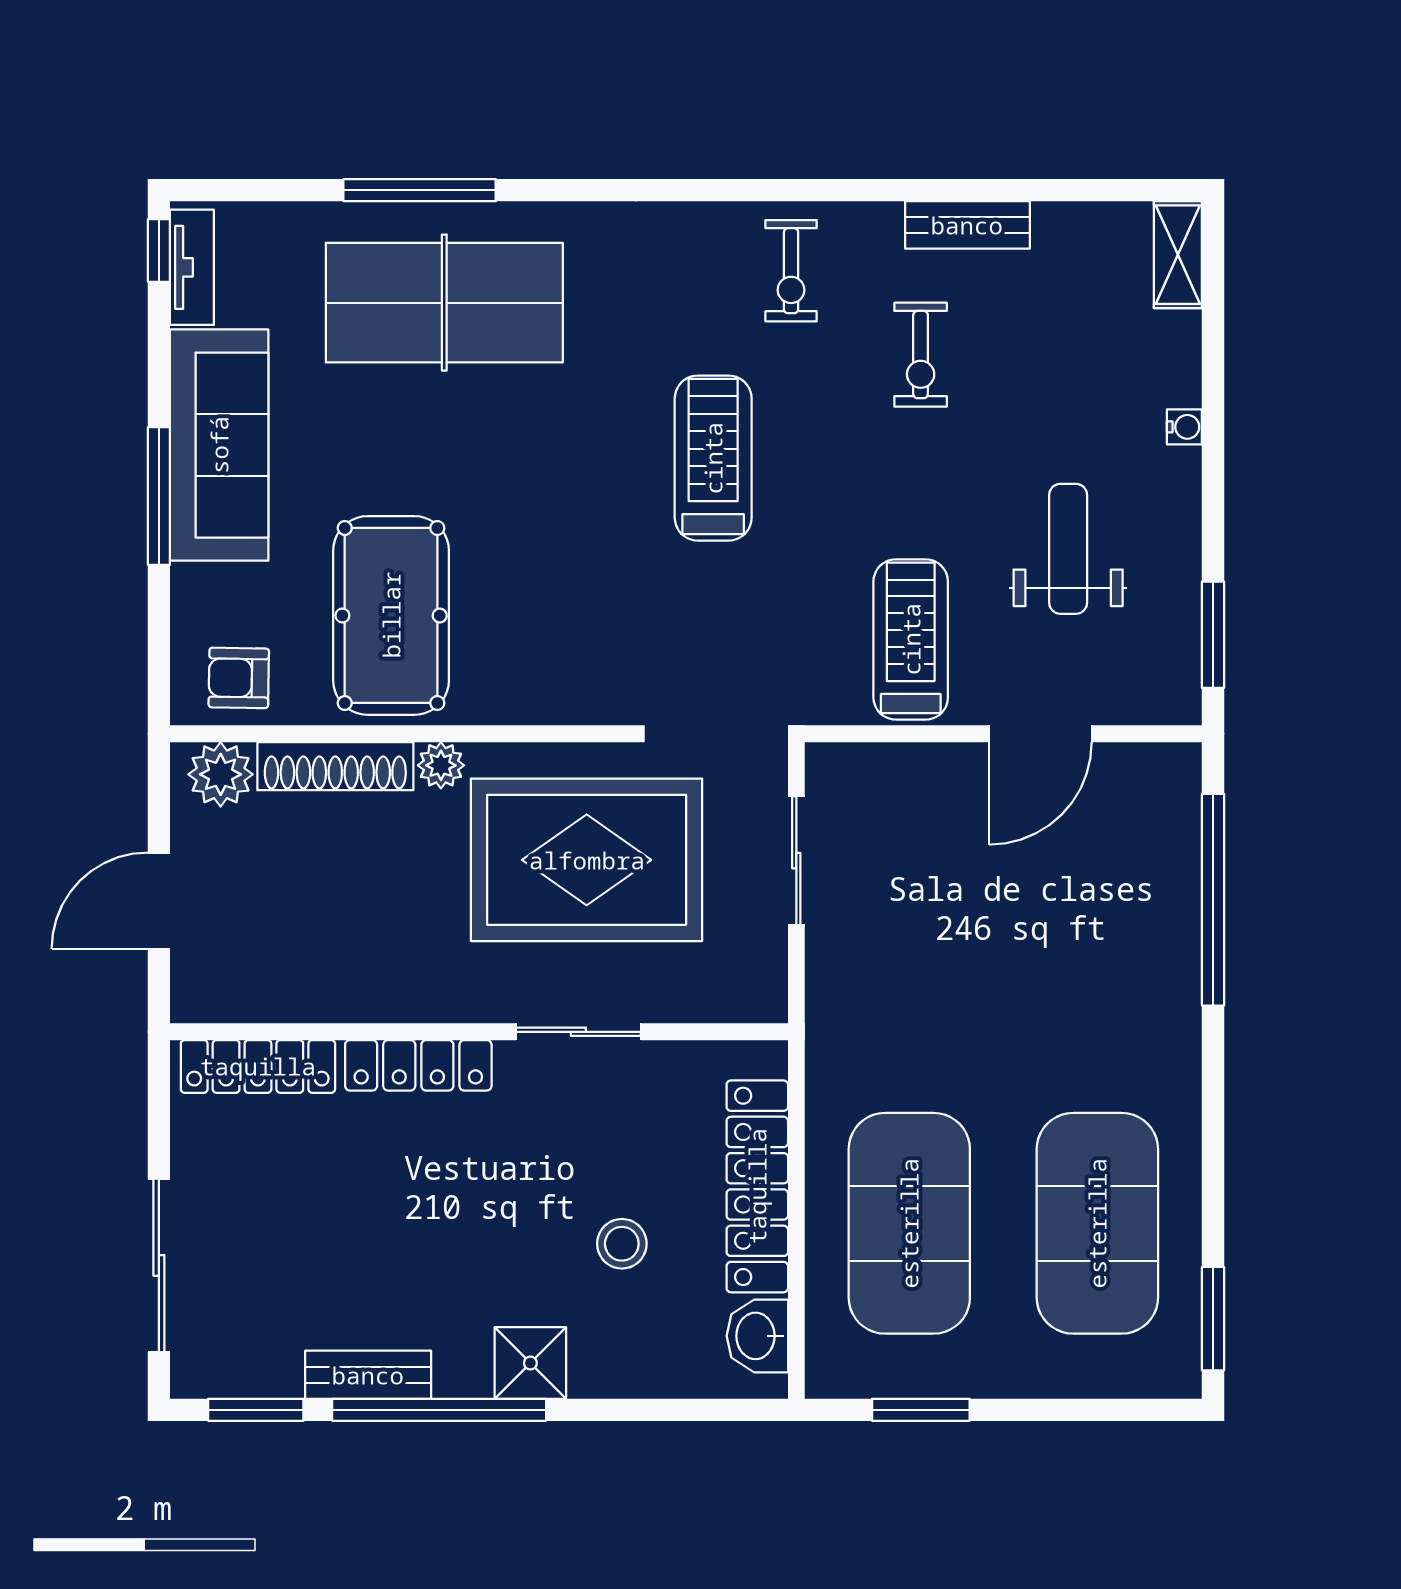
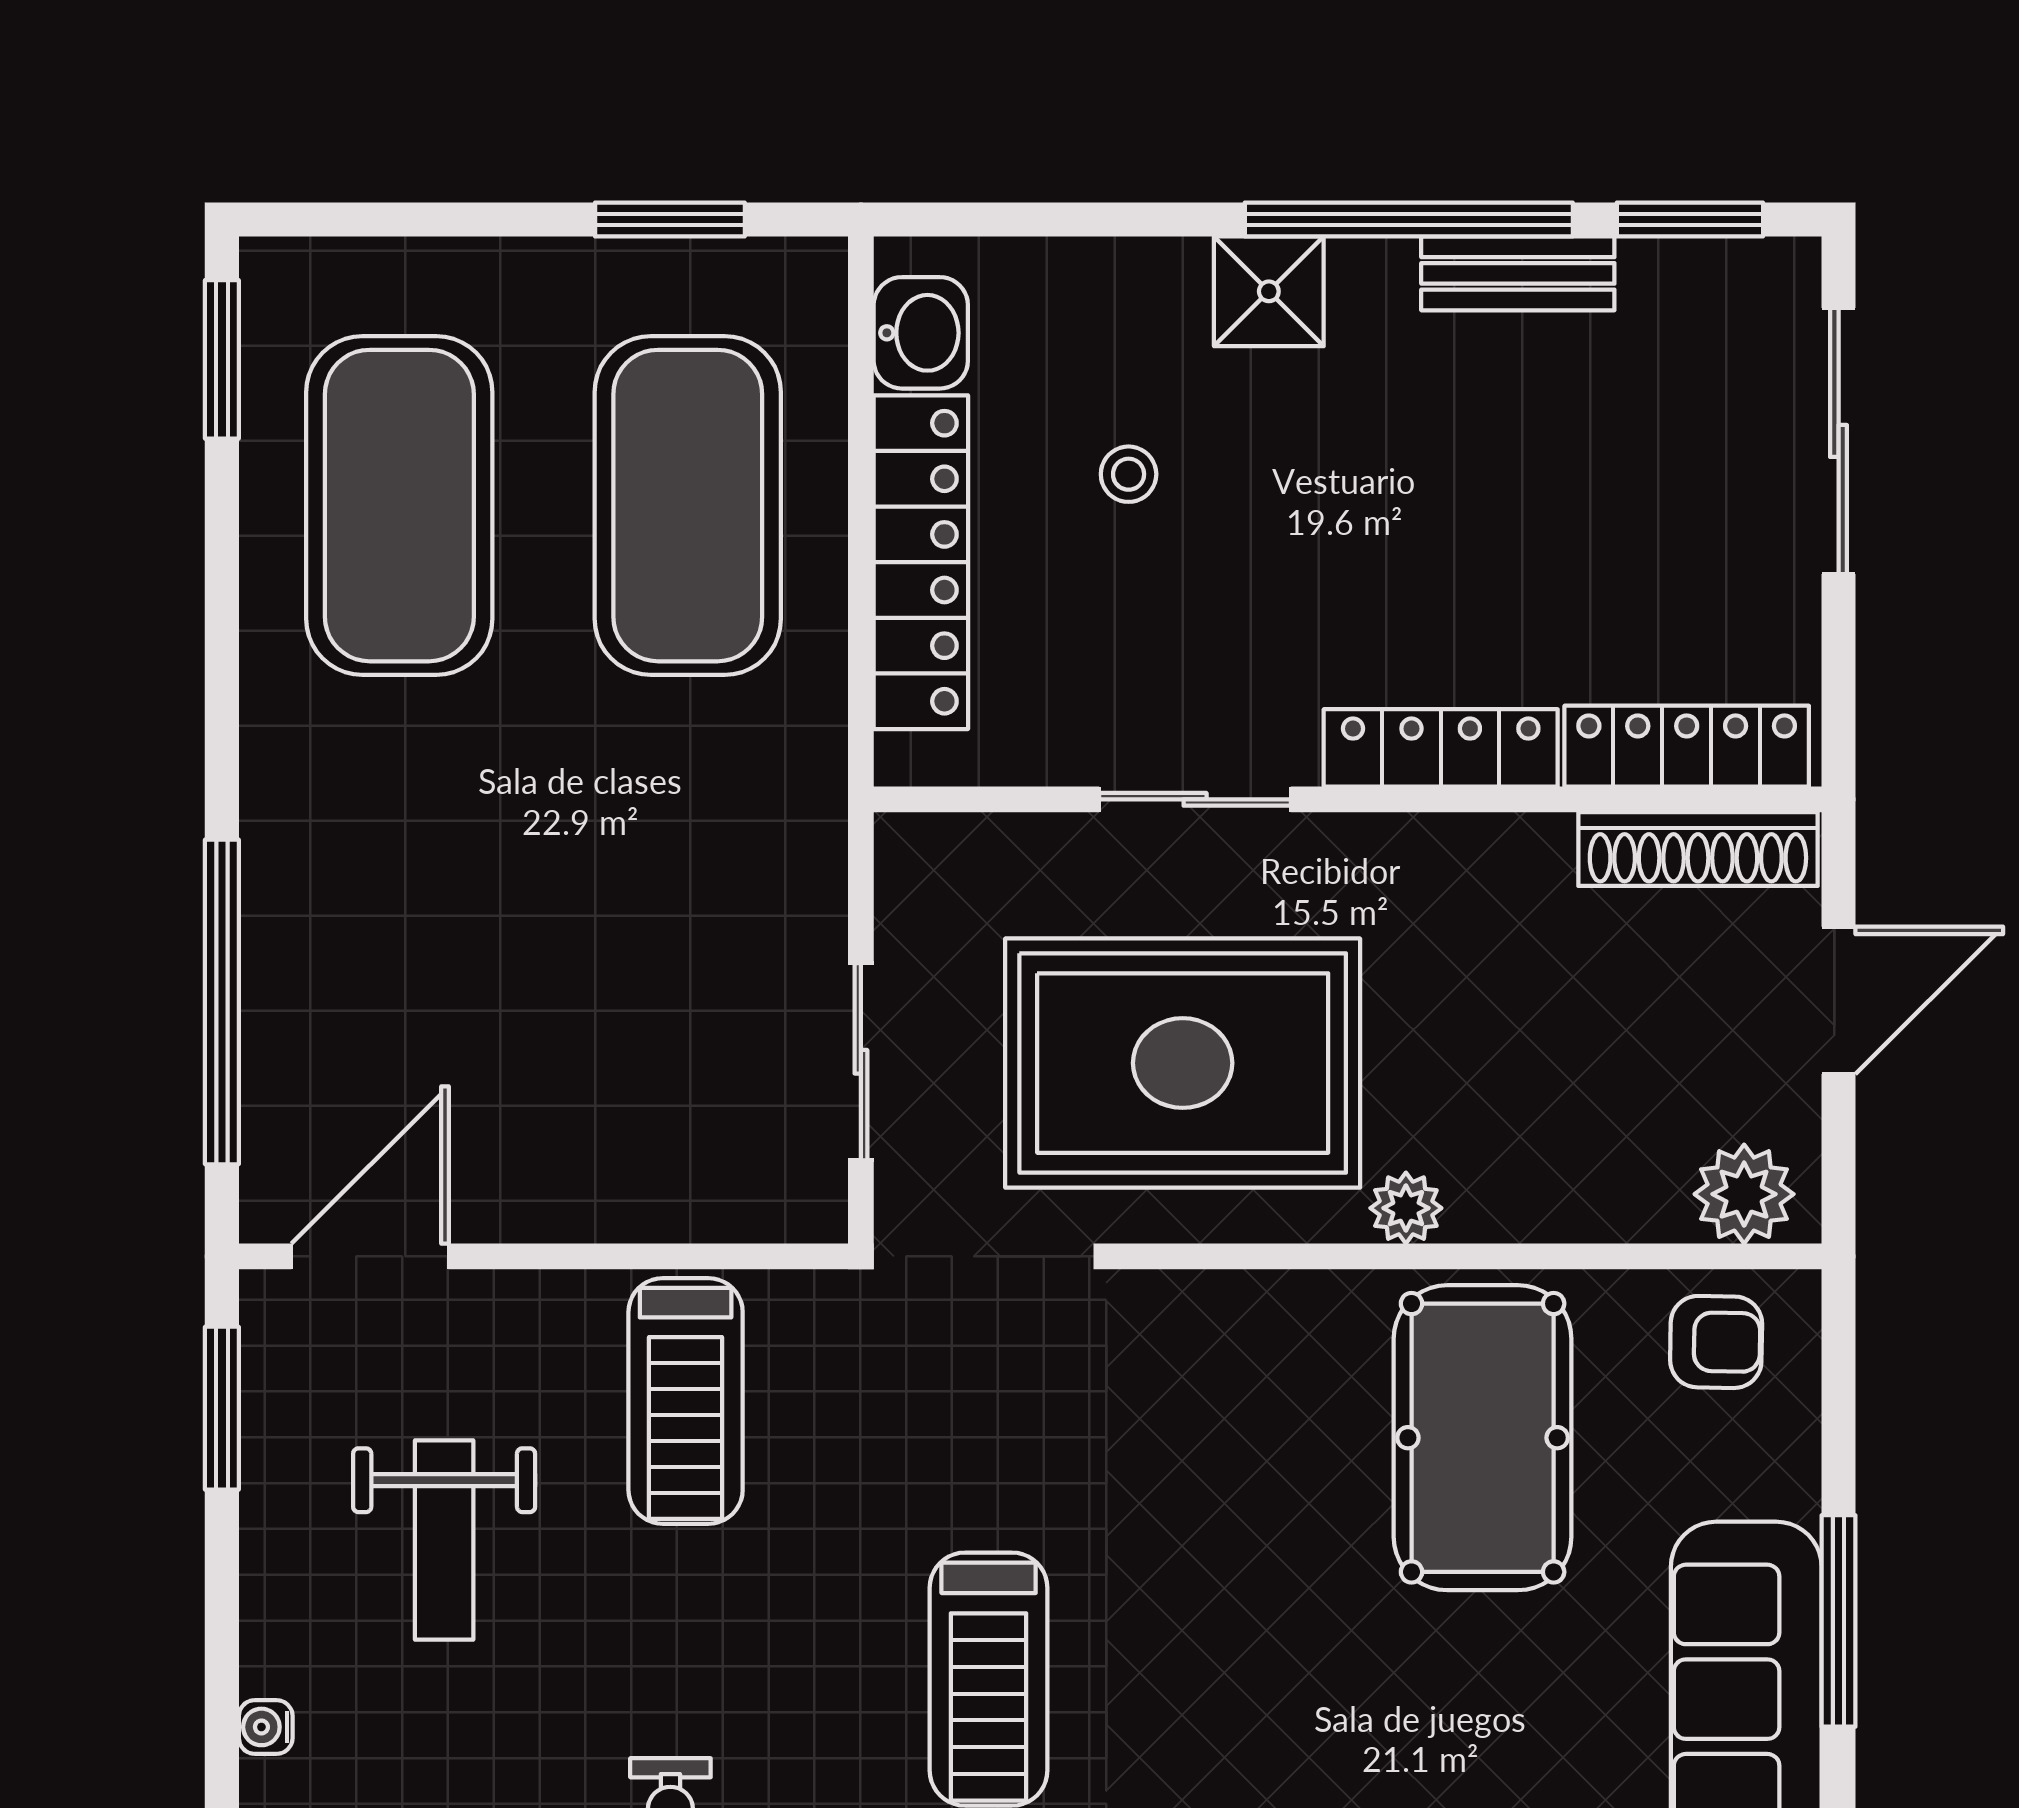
door: (1040, 734) -> (370, 1256), moved
shoe rack: (335, 766) -> (1698, 849), moved, turned 180
stool: (622, 1244) -> (1129, 474), width x0.73, depth x0.73

